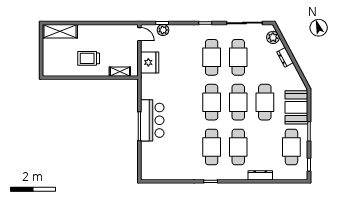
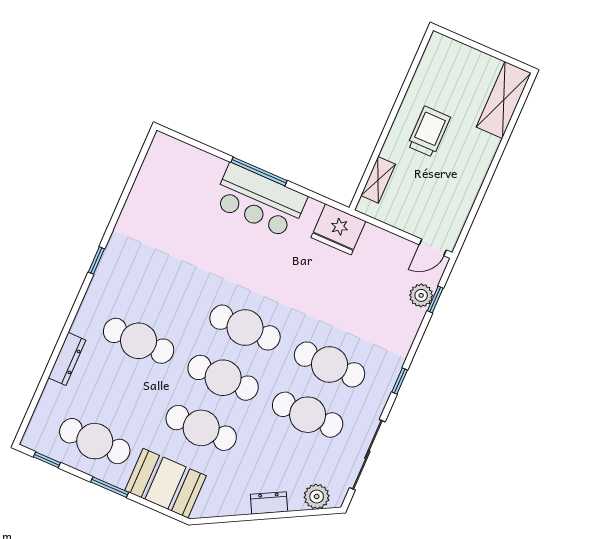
fridge: (150, 62) -> (338, 229), moved
cafe table: (212, 147) -> (160, 291), removed

